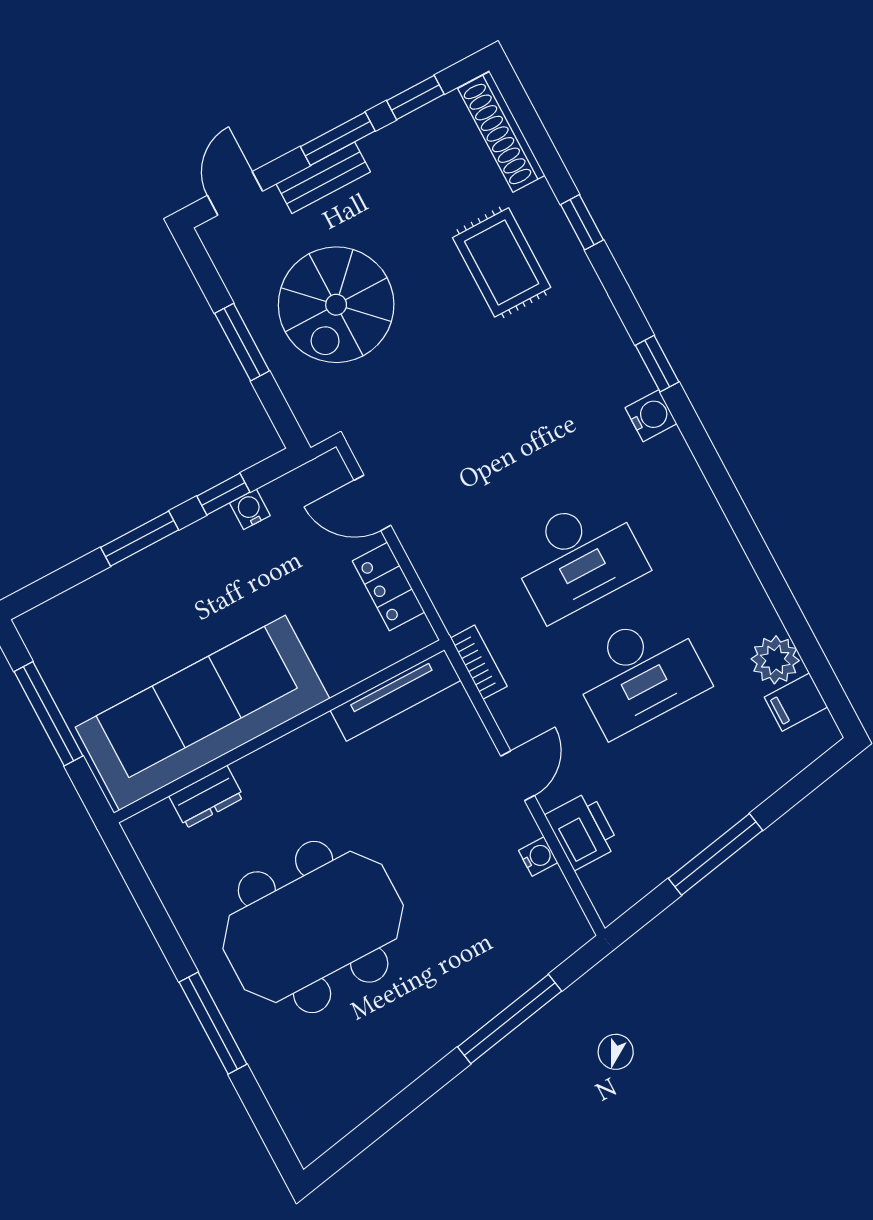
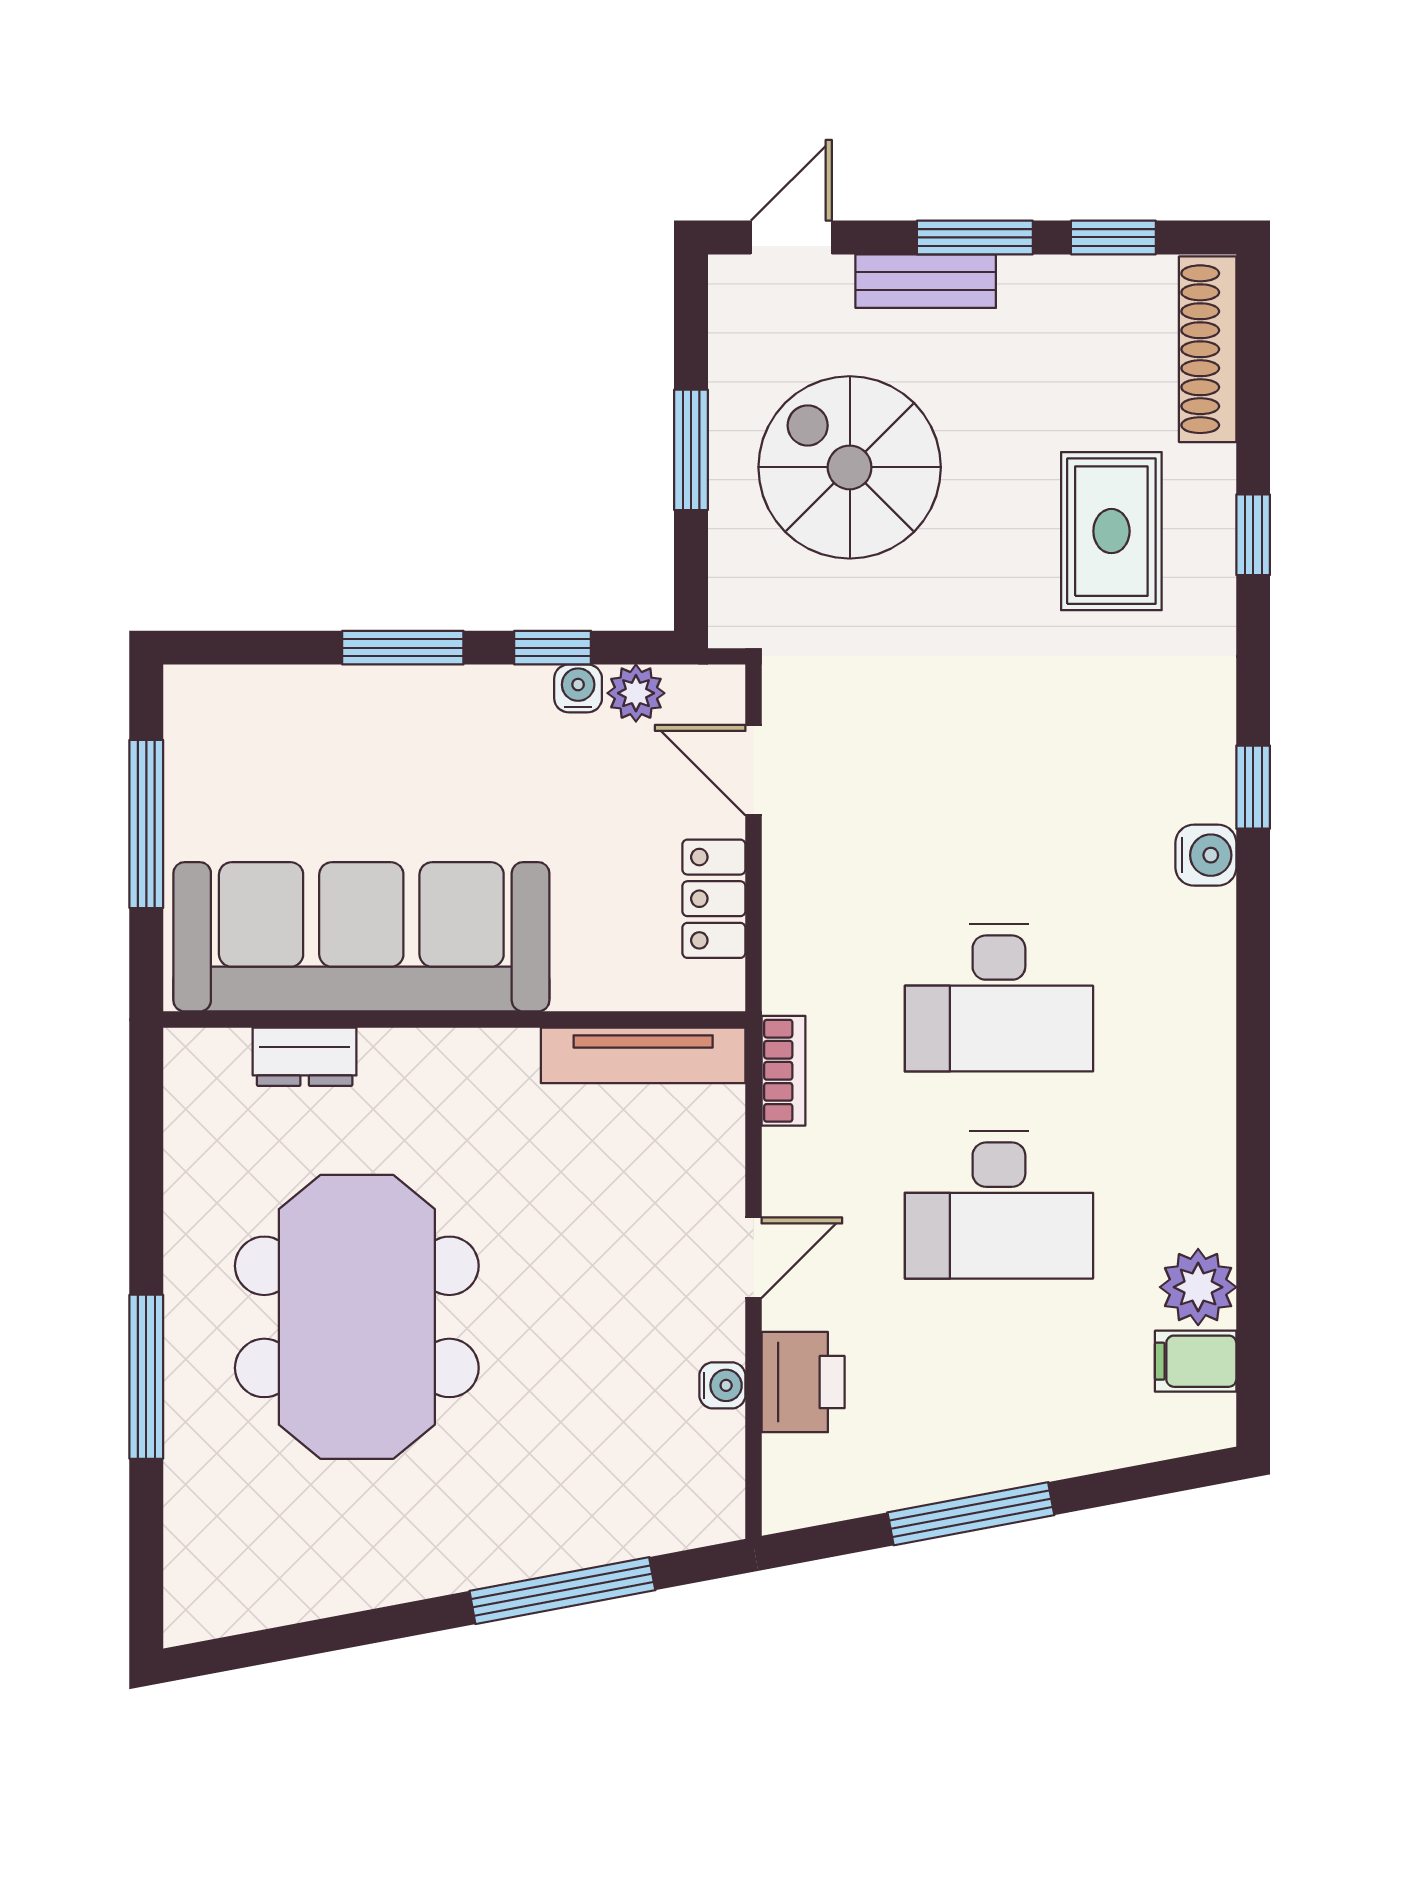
spiral stairs: (336, 305) -> (850, 467), turned 90
plant: (284, 495) -> (636, 693), added
meeting table: (313, 927) -> (357, 1317), turned 90

